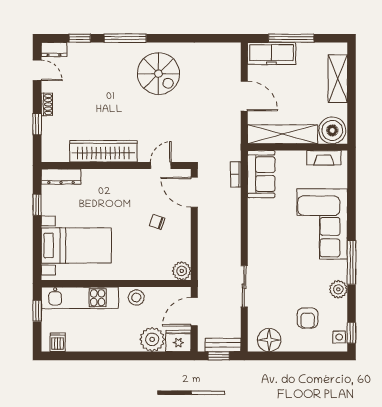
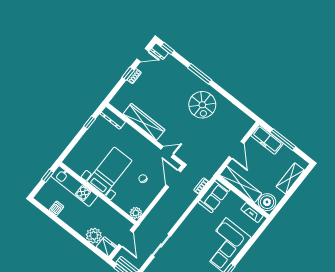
window: (80, 38) -> (168, 48), moved
door: (37, 70) -> (143, 55), hinge flipped
window: (37, 124) -> (128, 74), moved
bed with nightstands: (76, 245) -> (109, 171), moved, turned -90
stool: (136, 298) -> (103, 208), removed
door: (194, 312) -> (126, 238), swing flipped
dishwasher: (58, 342) -> (57, 208), moved

